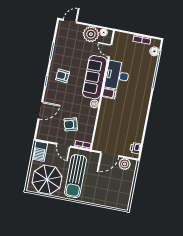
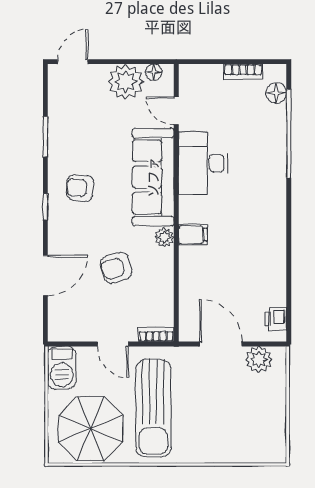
filing cabinet: (109, 93) -> (193, 235), moved
armchair: (71, 124) -> (116, 268), moved
door: (110, 154) -> (221, 344), swing flipped

